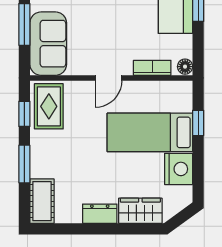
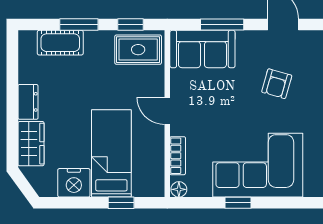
cot: (42, 201) -> (60, 43), moved

